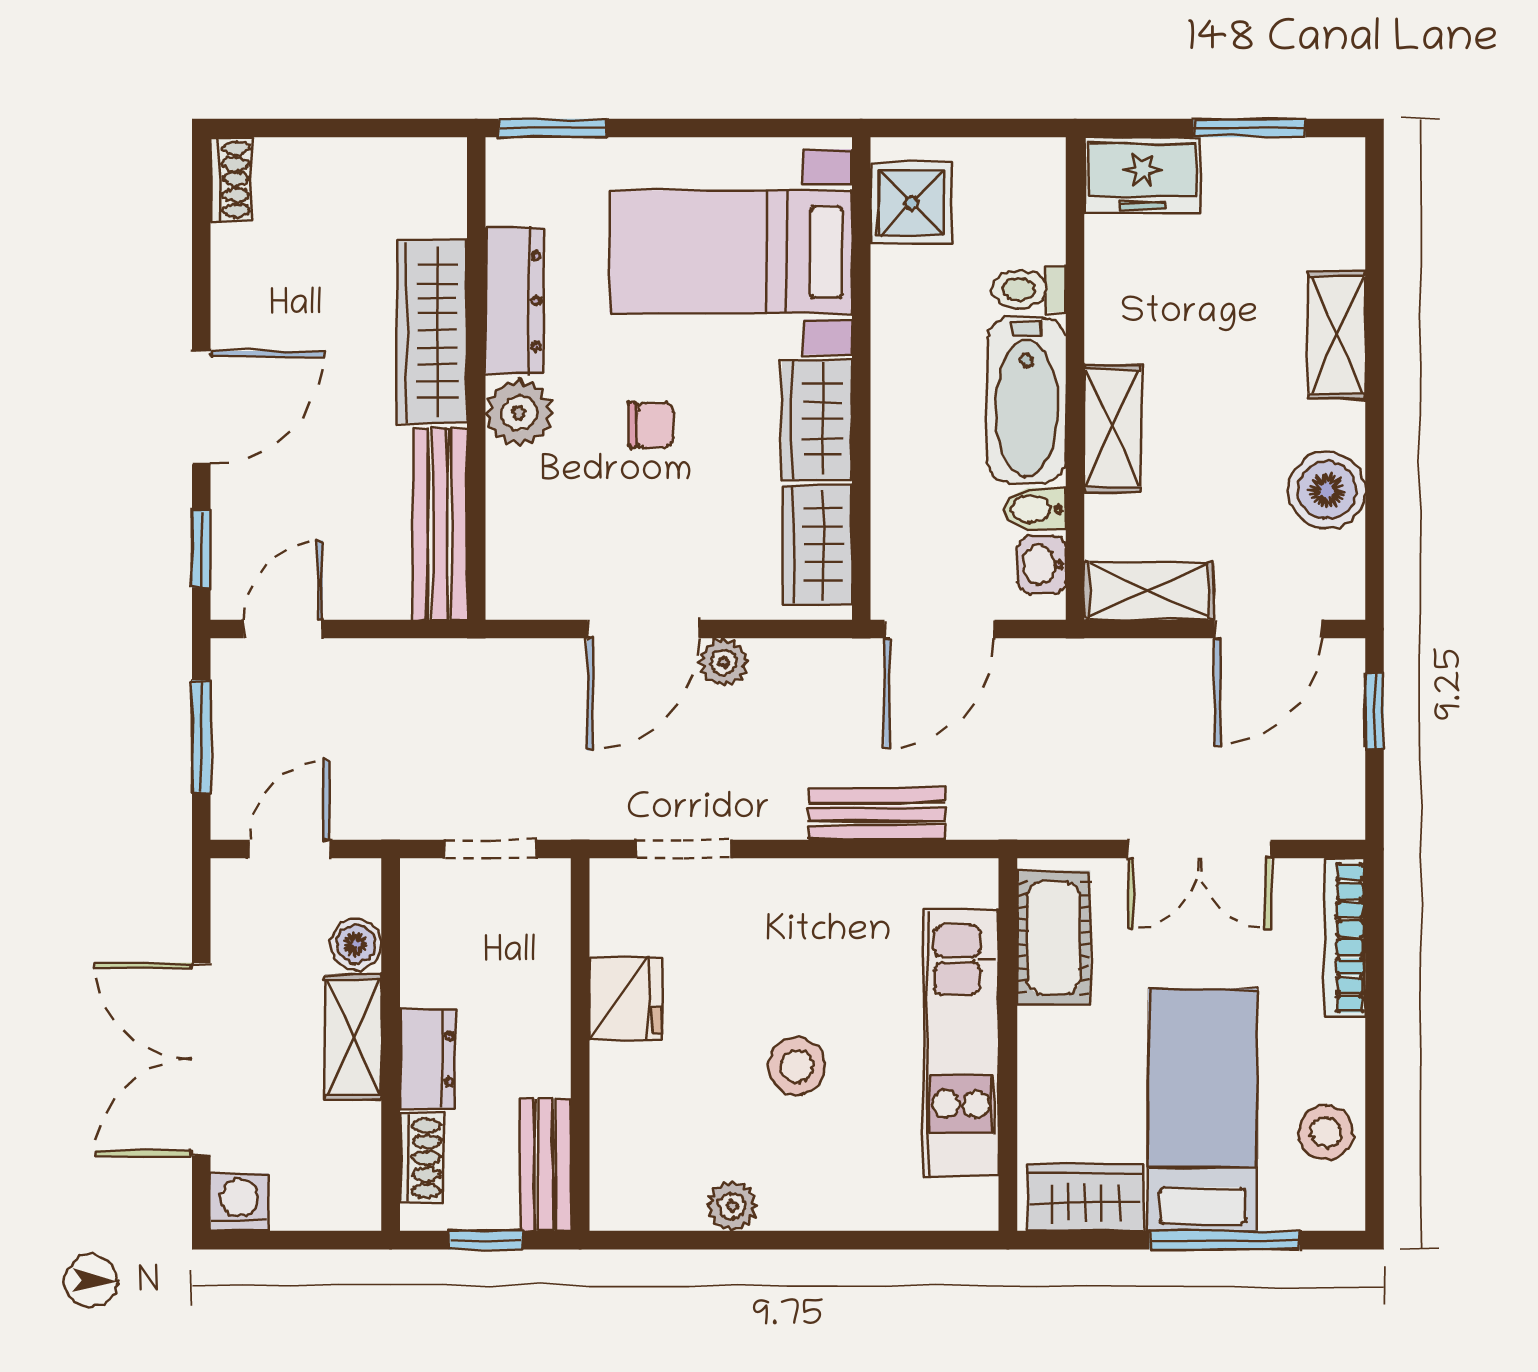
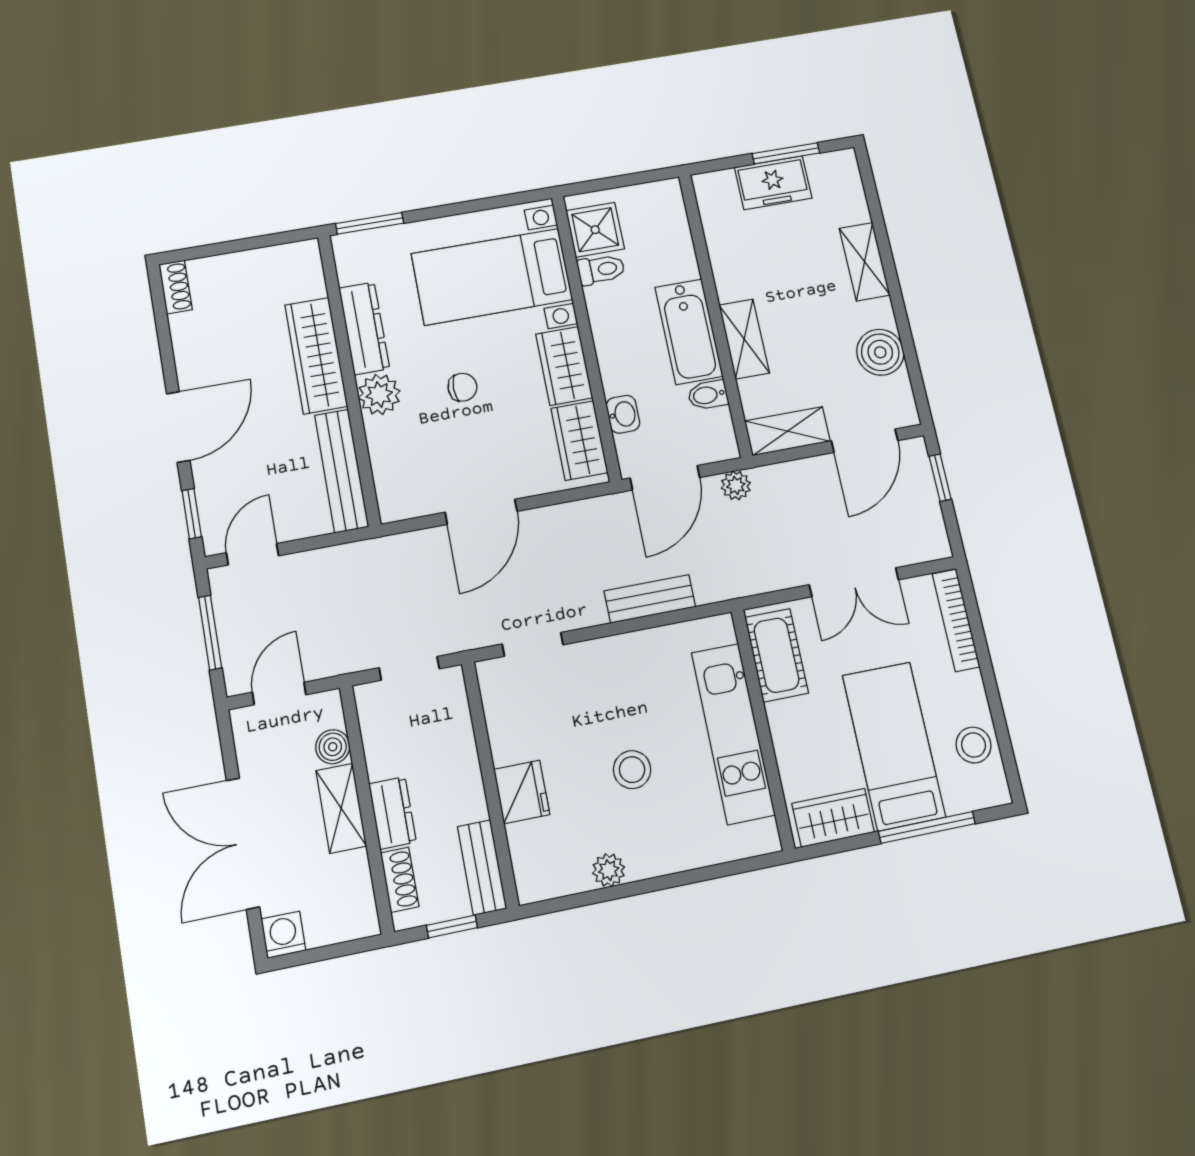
freezer: (1142, 175) -> (773, 183), moved
toilet: (1029, 289) -> (601, 269), moved, turned 180
washbasin: (1042, 564) -> (623, 414), moved, turned 180
plant: (724, 662) -> (736, 485), moved
fridge: (625, 998) -> (522, 792), moved

